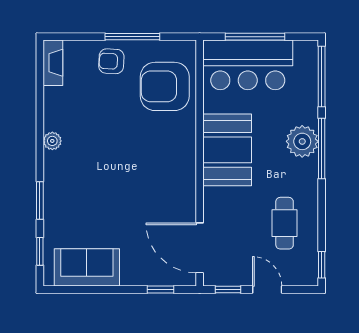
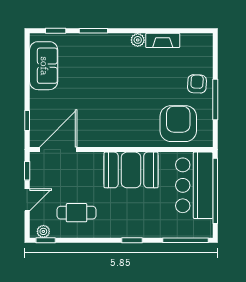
window: (255, 37) -> (215, 191), width x1.46
fireplace: (53, 63) -> (163, 40), moved
plant: (302, 141) -> (43, 231), moved, width x0.53, depth x0.53
window: (322, 149) -> (132, 240), width x0.46

